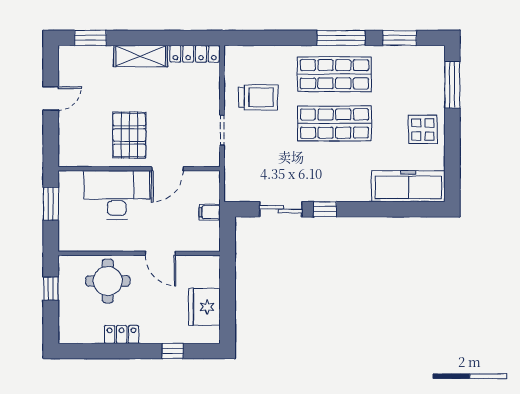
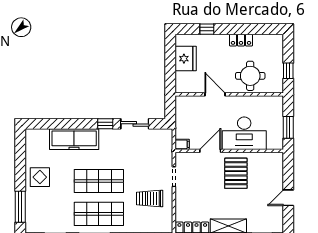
freezer: (408, 186) -> (74, 139), moved
filing cabinet: (210, 212) -> (182, 144), moved

